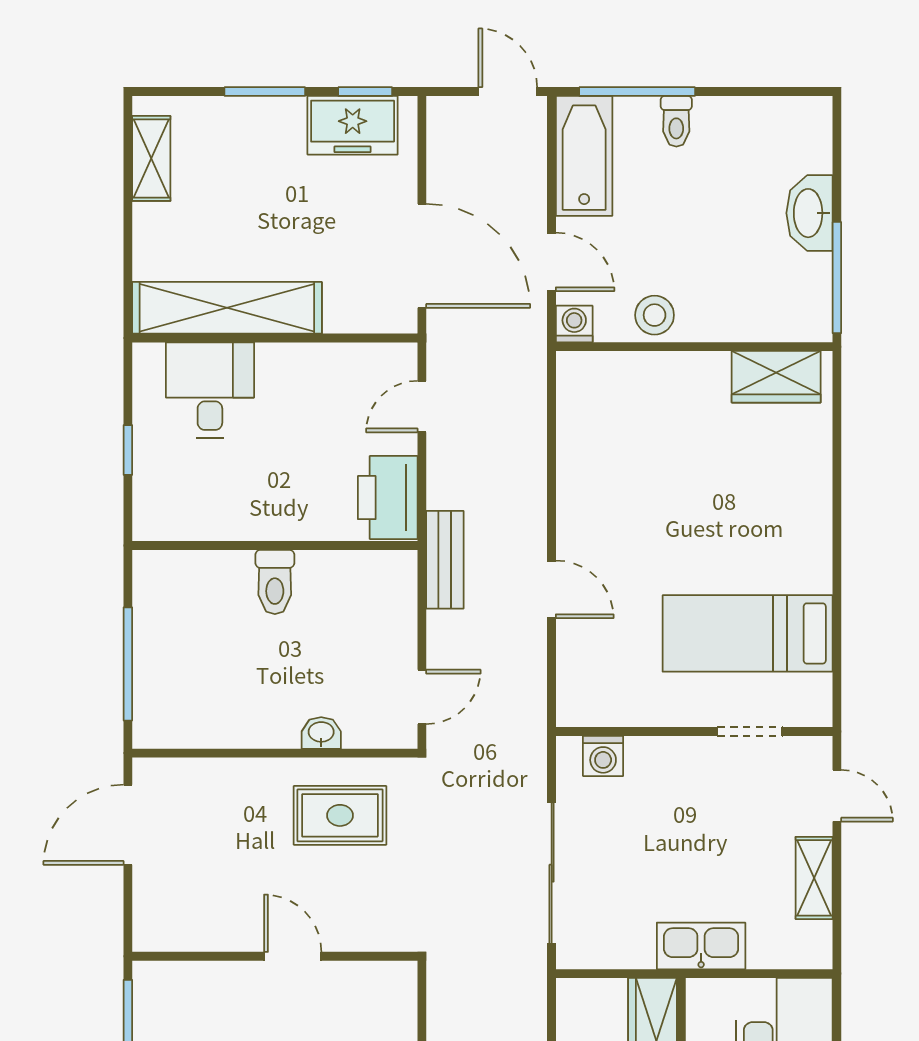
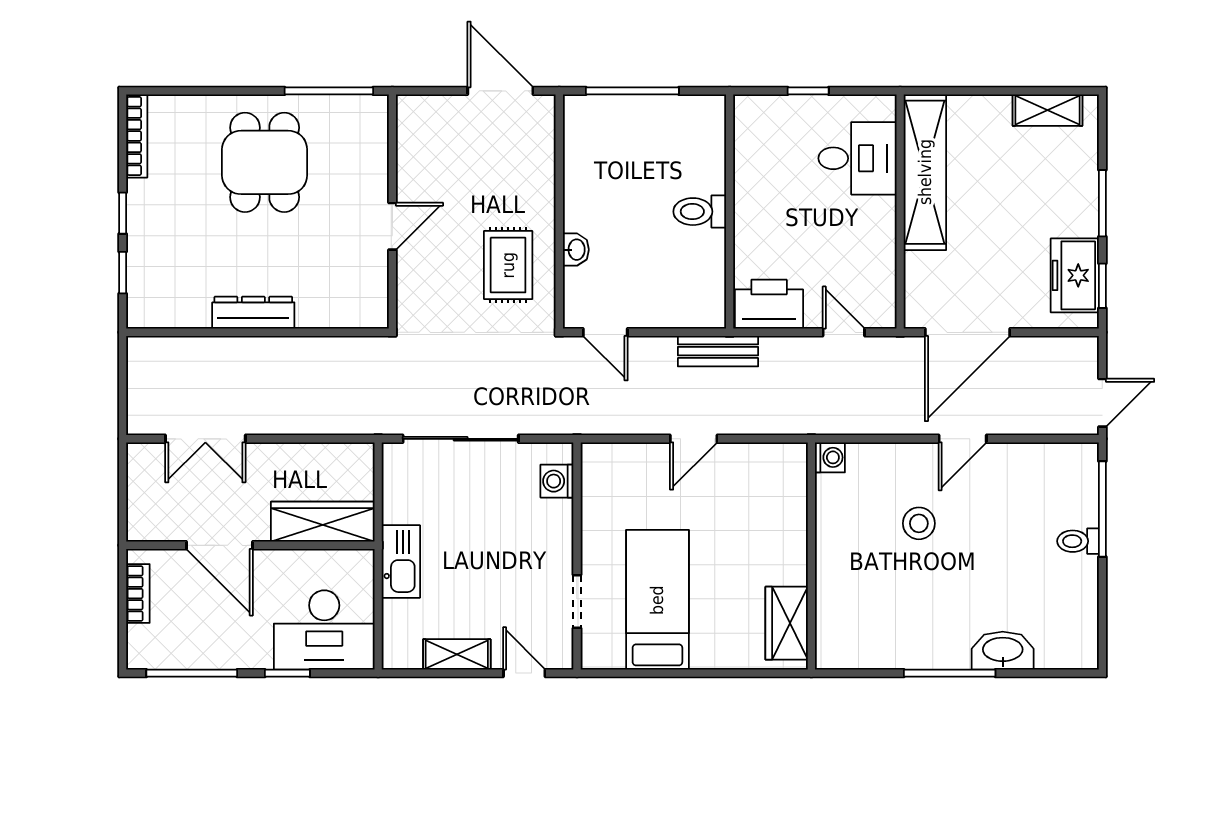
bathtub: (584, 156) -> (1050, 466), removed
washing machine: (574, 324) -> (830, 457), moved
wall: (694, 347) -> (811, 556), moved
wardrobe: (776, 377) -> (787, 623), moved
door: (837, 796) -> (524, 673), swing flipped

